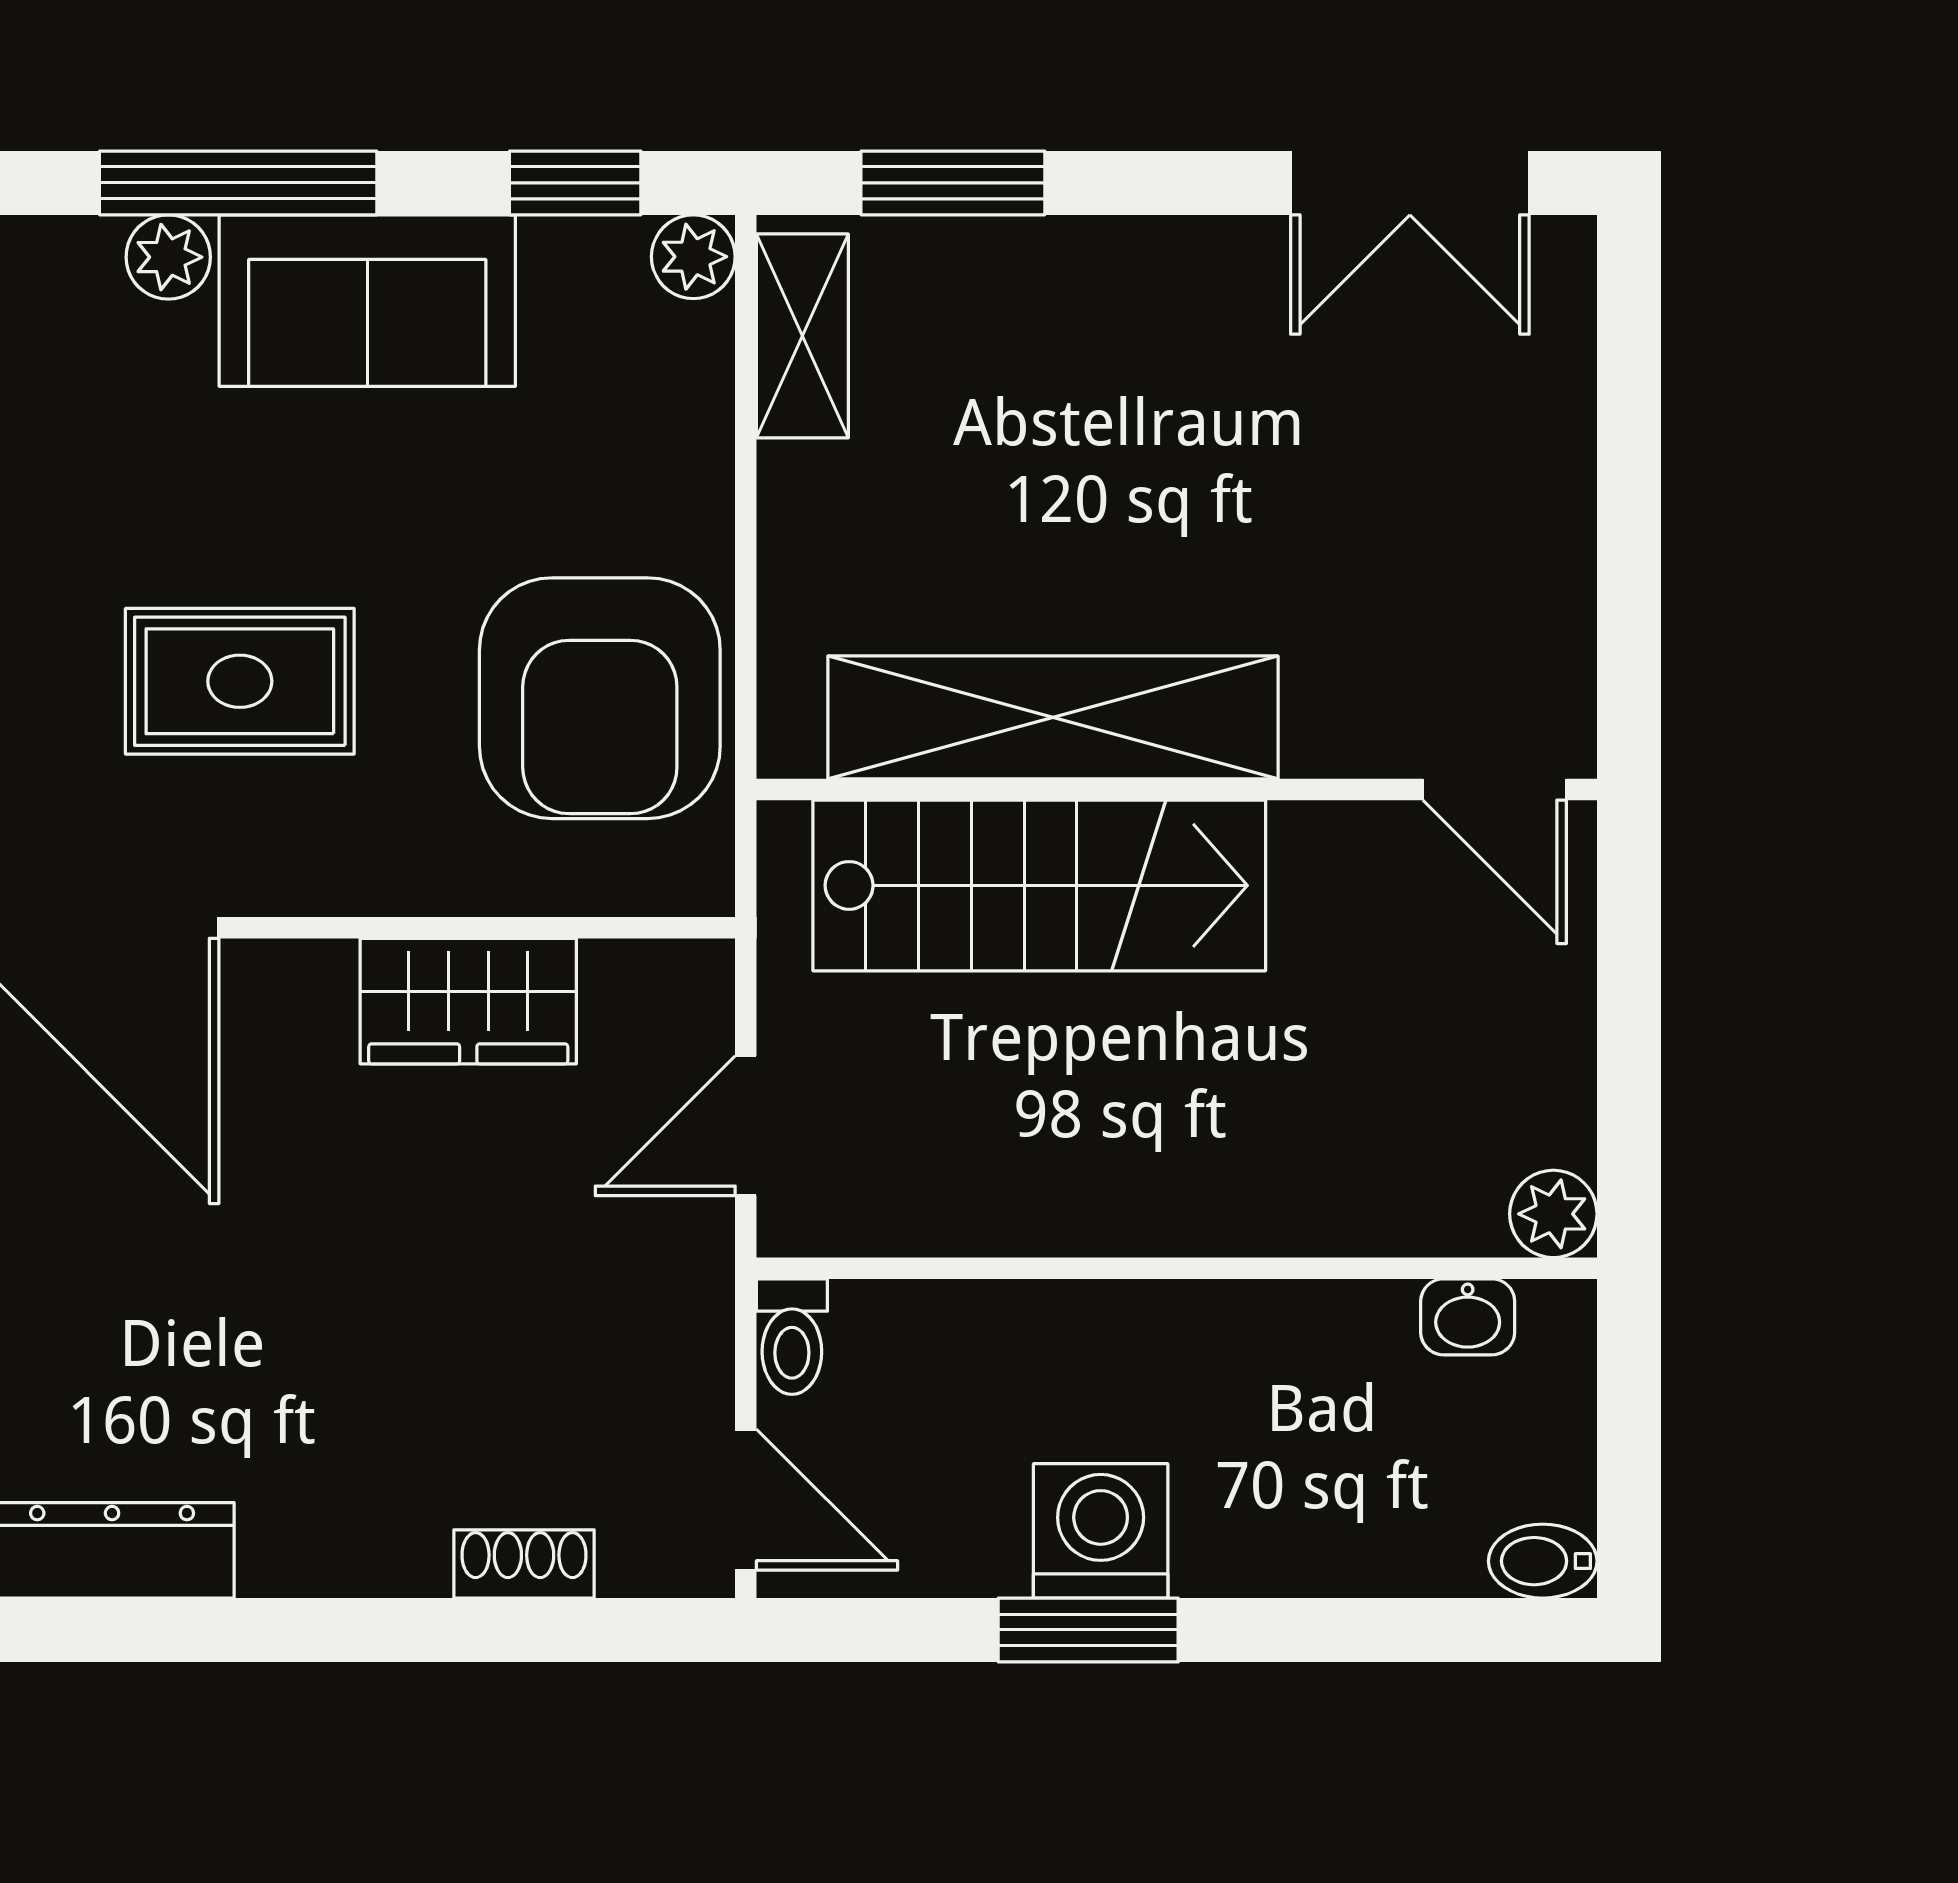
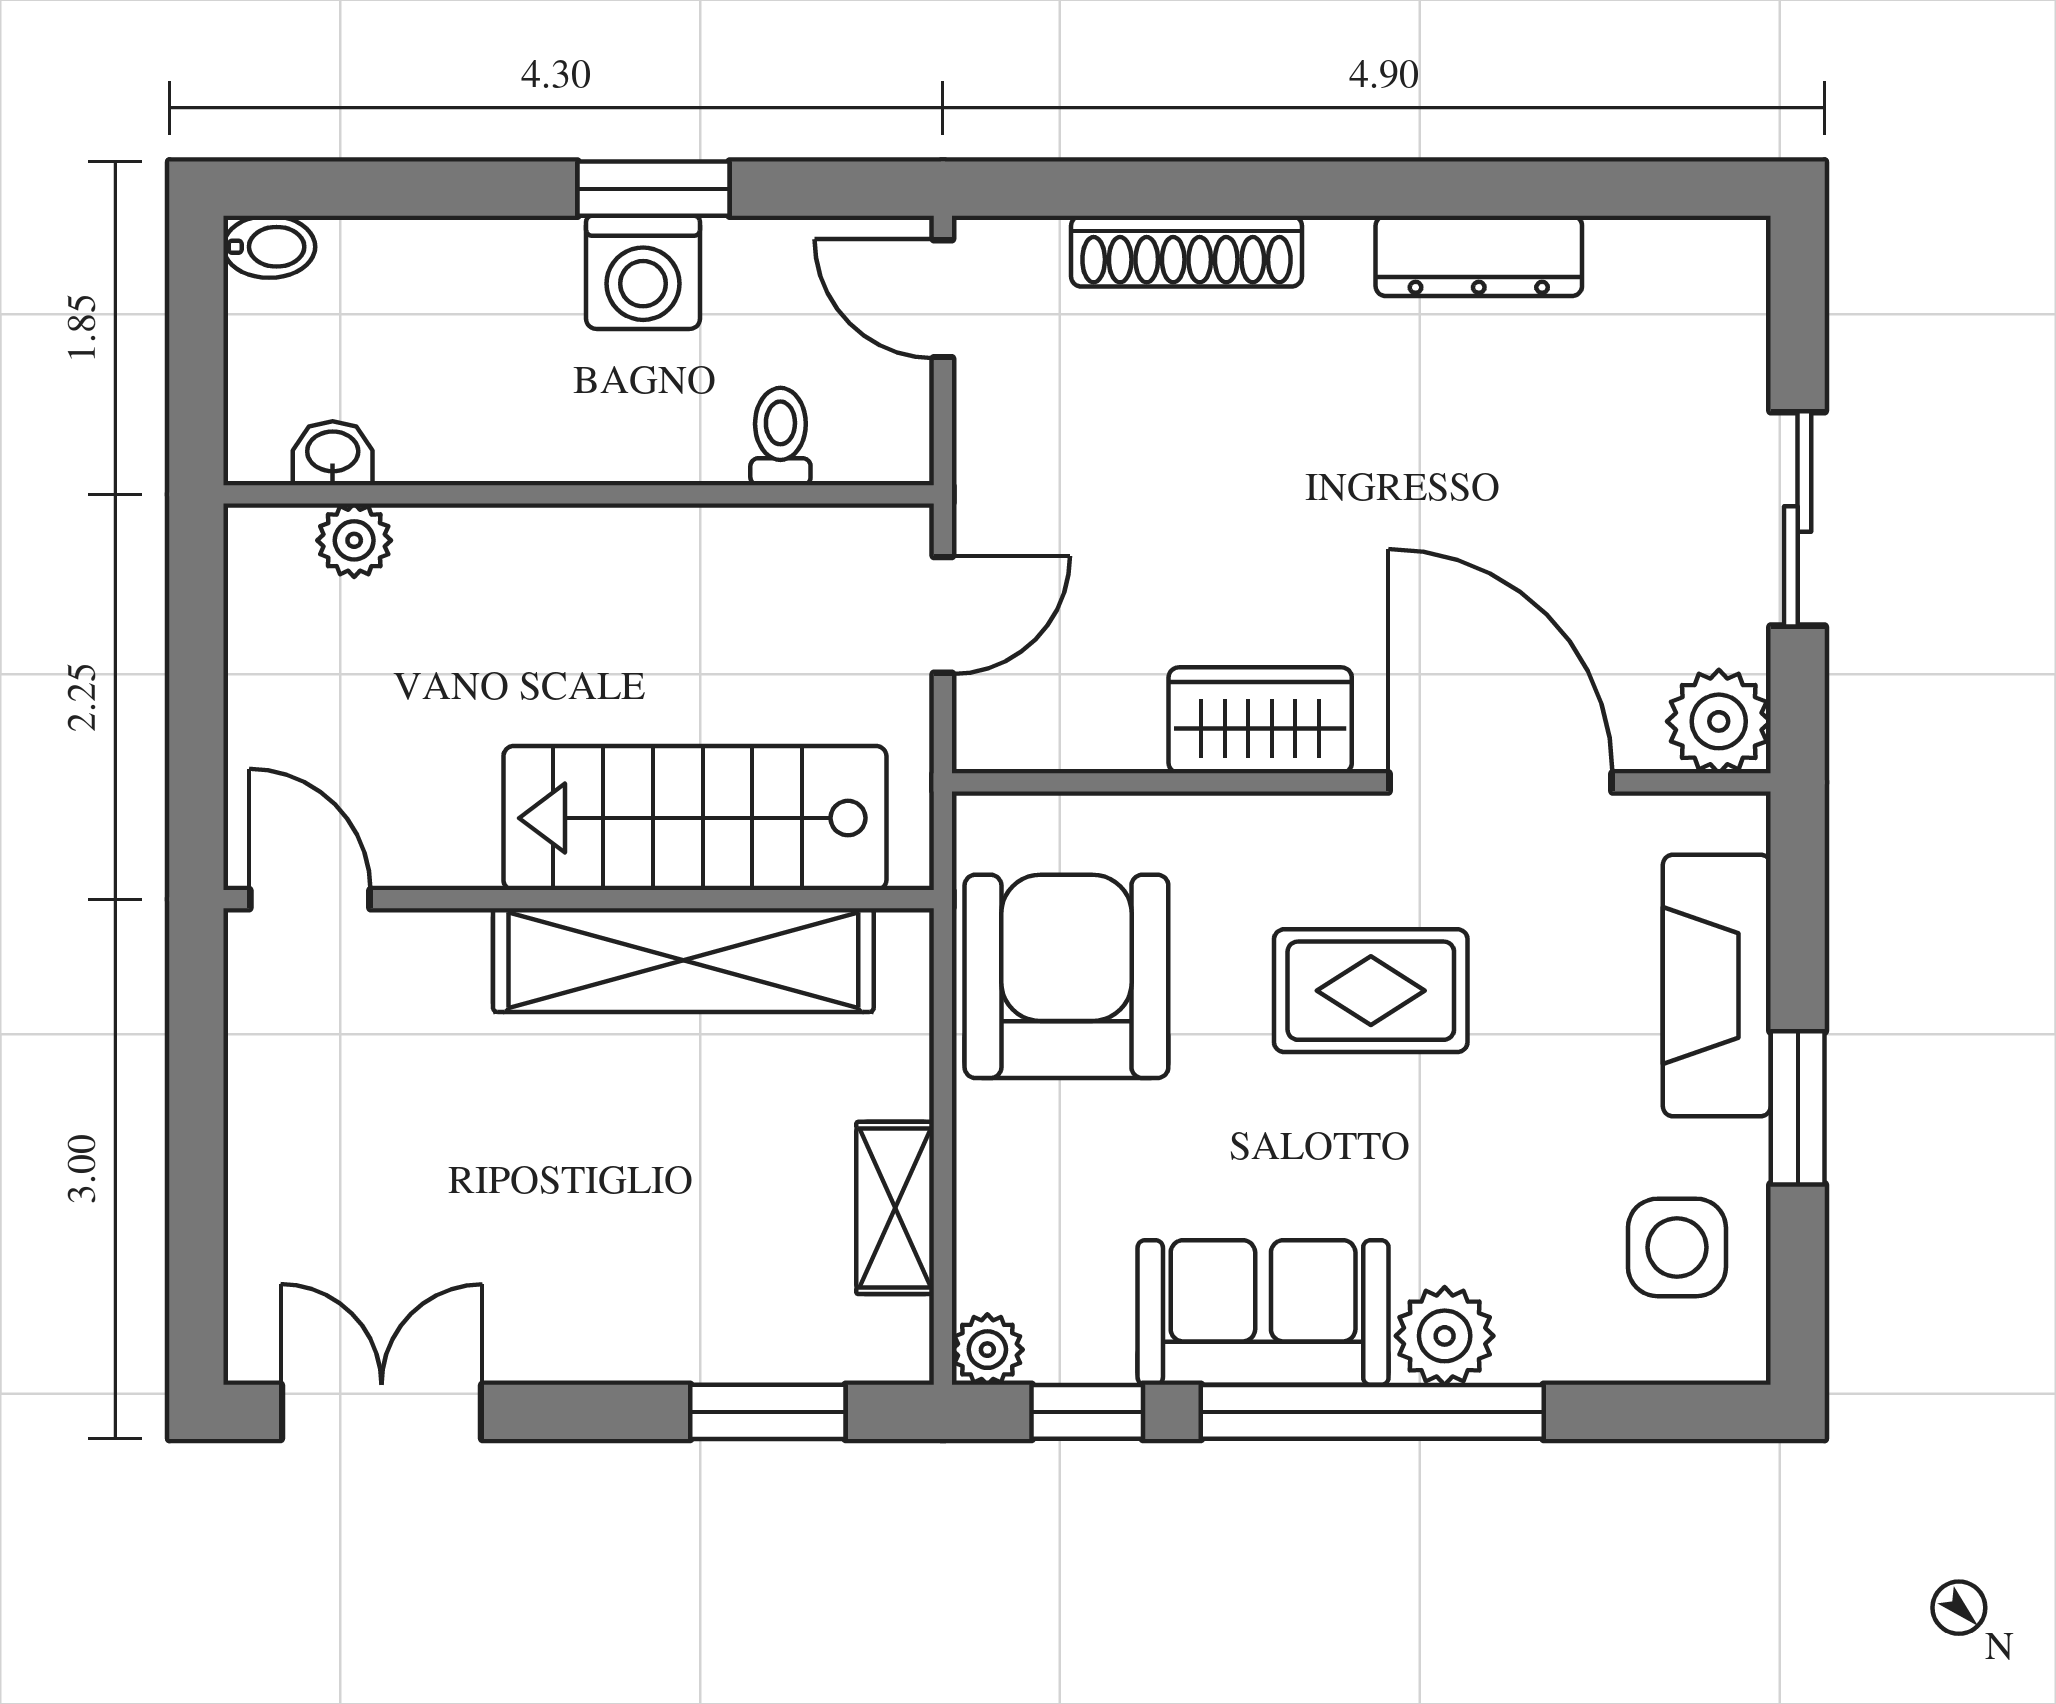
window: (238, 183) -> (1372, 1412), width x1.46
plant: (168, 257) -> (1445, 1336), width x1.38, depth x1.38
shelving: (802, 336) -> (895, 1208), moved
wardrobe: (468, 1001) -> (1260, 720), moved
plant: (1553, 1214) -> (354, 540), moved
toilet: (792, 1337) -> (780, 437), moved
shoe rack: (524, 1564) -> (1186, 251), width x1.94, depth x1.24

